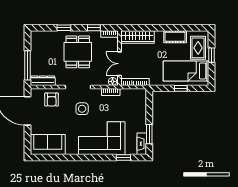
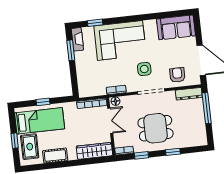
dining table: (78, 52) -> (156, 128), turned 90

